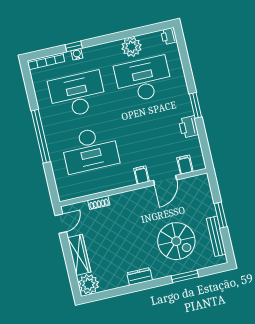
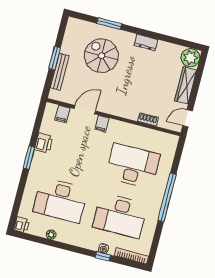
plant: (131, 47) -> (51, 235), width x0.53, depth x0.53
bench: (216, 236) -> (60, 72), moved

